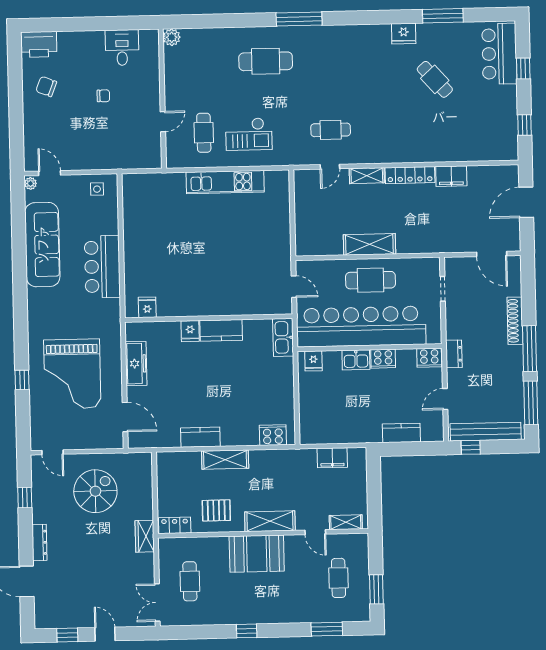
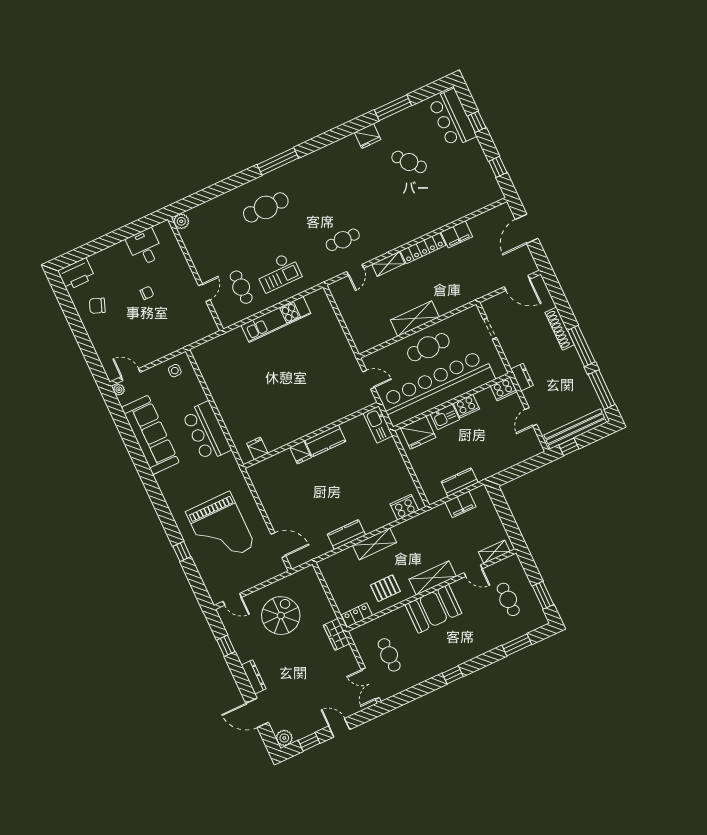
fridge: (313, 361) -> (418, 433), width x1.88, depth x1.34
freezer: (136, 364) -> (268, 498), removed
kitchen counter: (401, 433) -> (460, 482), moved
plant: (43, 620) -> (284, 738), added

